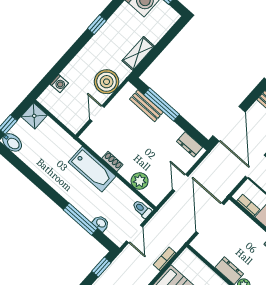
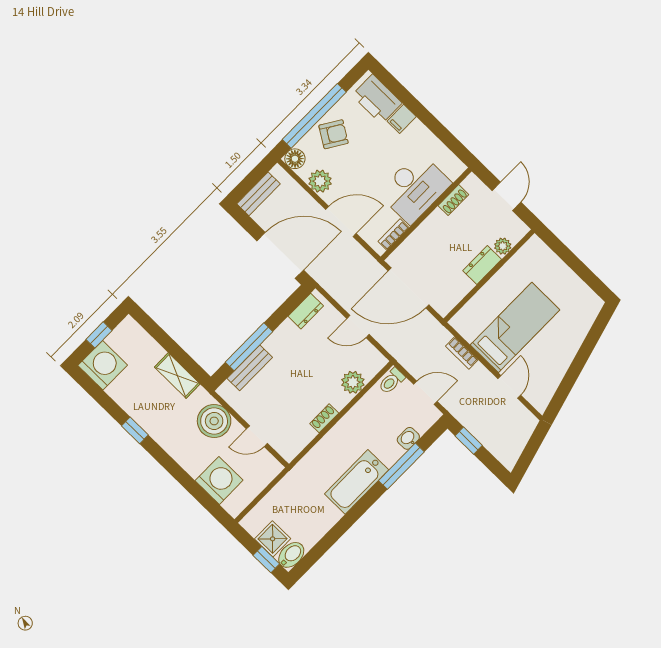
washing machine: (59, 84) -> (219, 480), width x1.89, depth x1.89
shower: (34, 116) -> (273, 539), moved
bathtub: (92, 169) -> (357, 482), moved, turned 180

